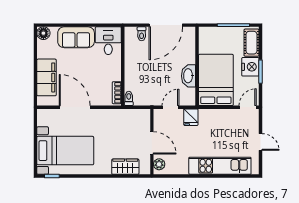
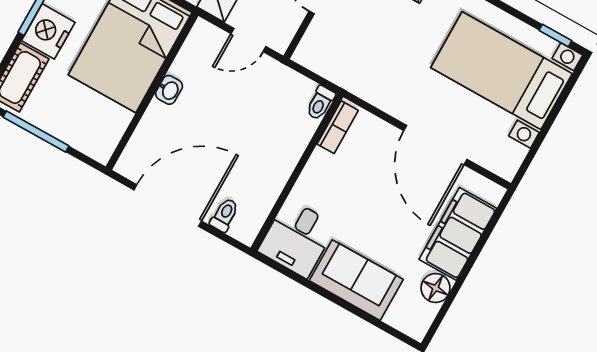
floor lamp: (43, 33) -> (436, 288), moved
washbasin: (188, 76) -> (169, 90), width x0.52, depth x0.69

